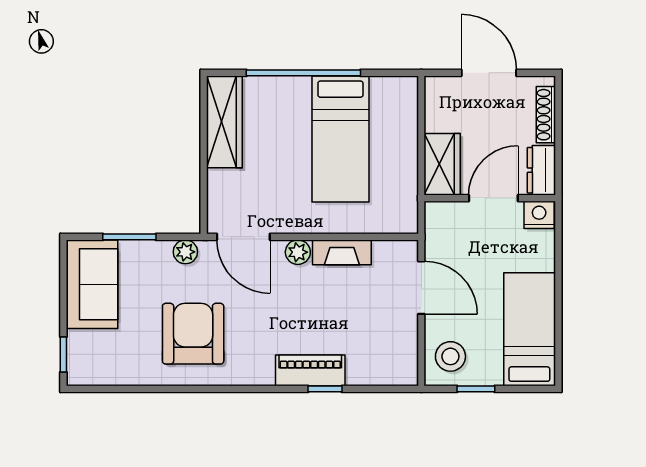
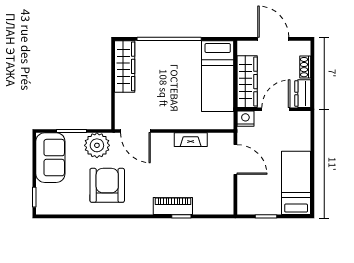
shoe rack: (546, 115) -> (305, 67), width x0.70
bed: (340, 139) -> (218, 76), moved
wardrobe: (442, 164) -> (247, 82), width x1.50
nightstand: (539, 215) -> (245, 119), moved
plant: (185, 252) -> (97, 145), width x1.88, depth x1.88
plant: (298, 252) -> (166, 140), removed
stool: (450, 356) -> (252, 198), removed

